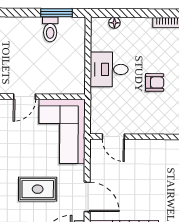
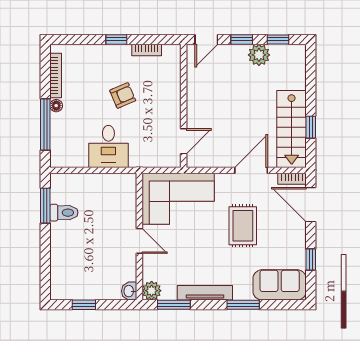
window: (129, 13) -> (45, 124), added
floor lamp: (114, 23) -> (56, 106), moved
armchair: (155, 82) -> (123, 95), turned 67

